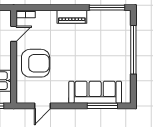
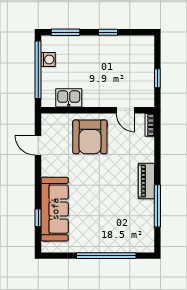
window: (107, 8) -> (157, 206), moved
window: (102, 106) -> (38, 218), width x0.46

